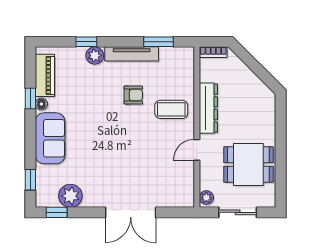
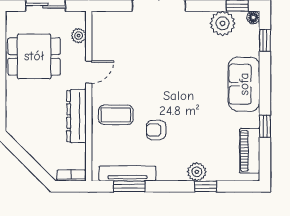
tv unit: (132, 54) -> (127, 173), moved
floor lamp: (41, 104) -> (253, 17), moved
plant: (206, 198) -> (79, 36), moved

